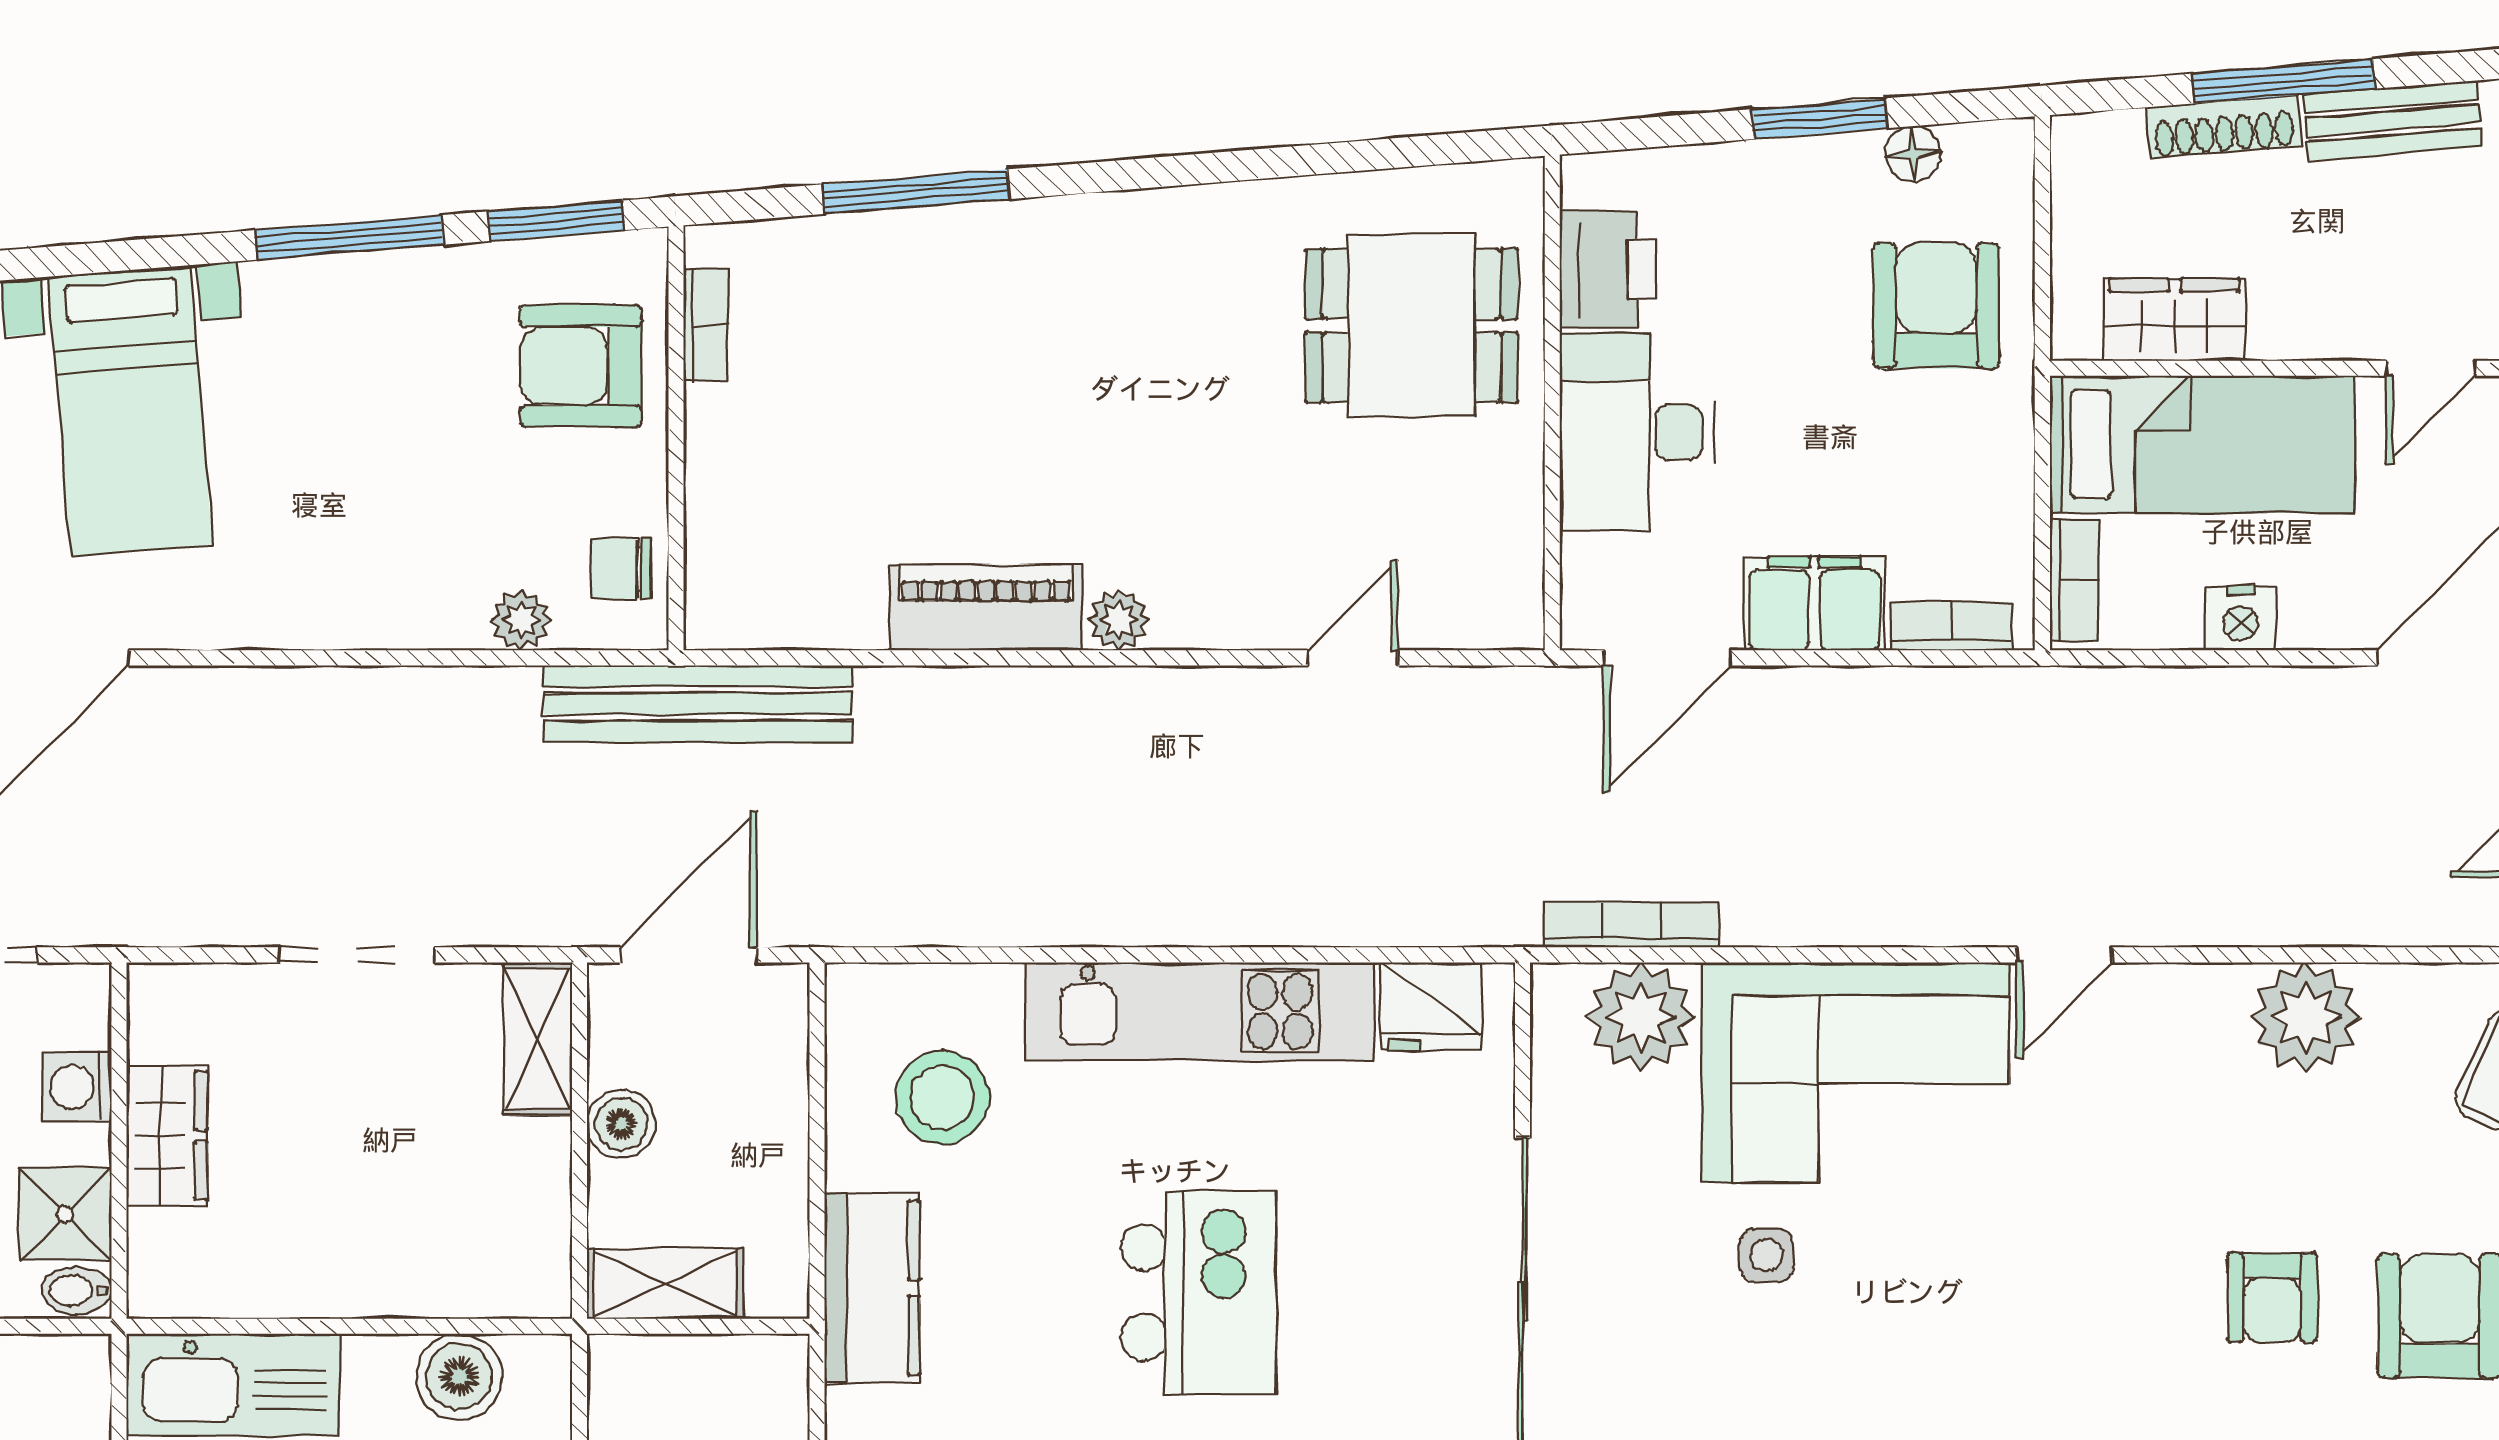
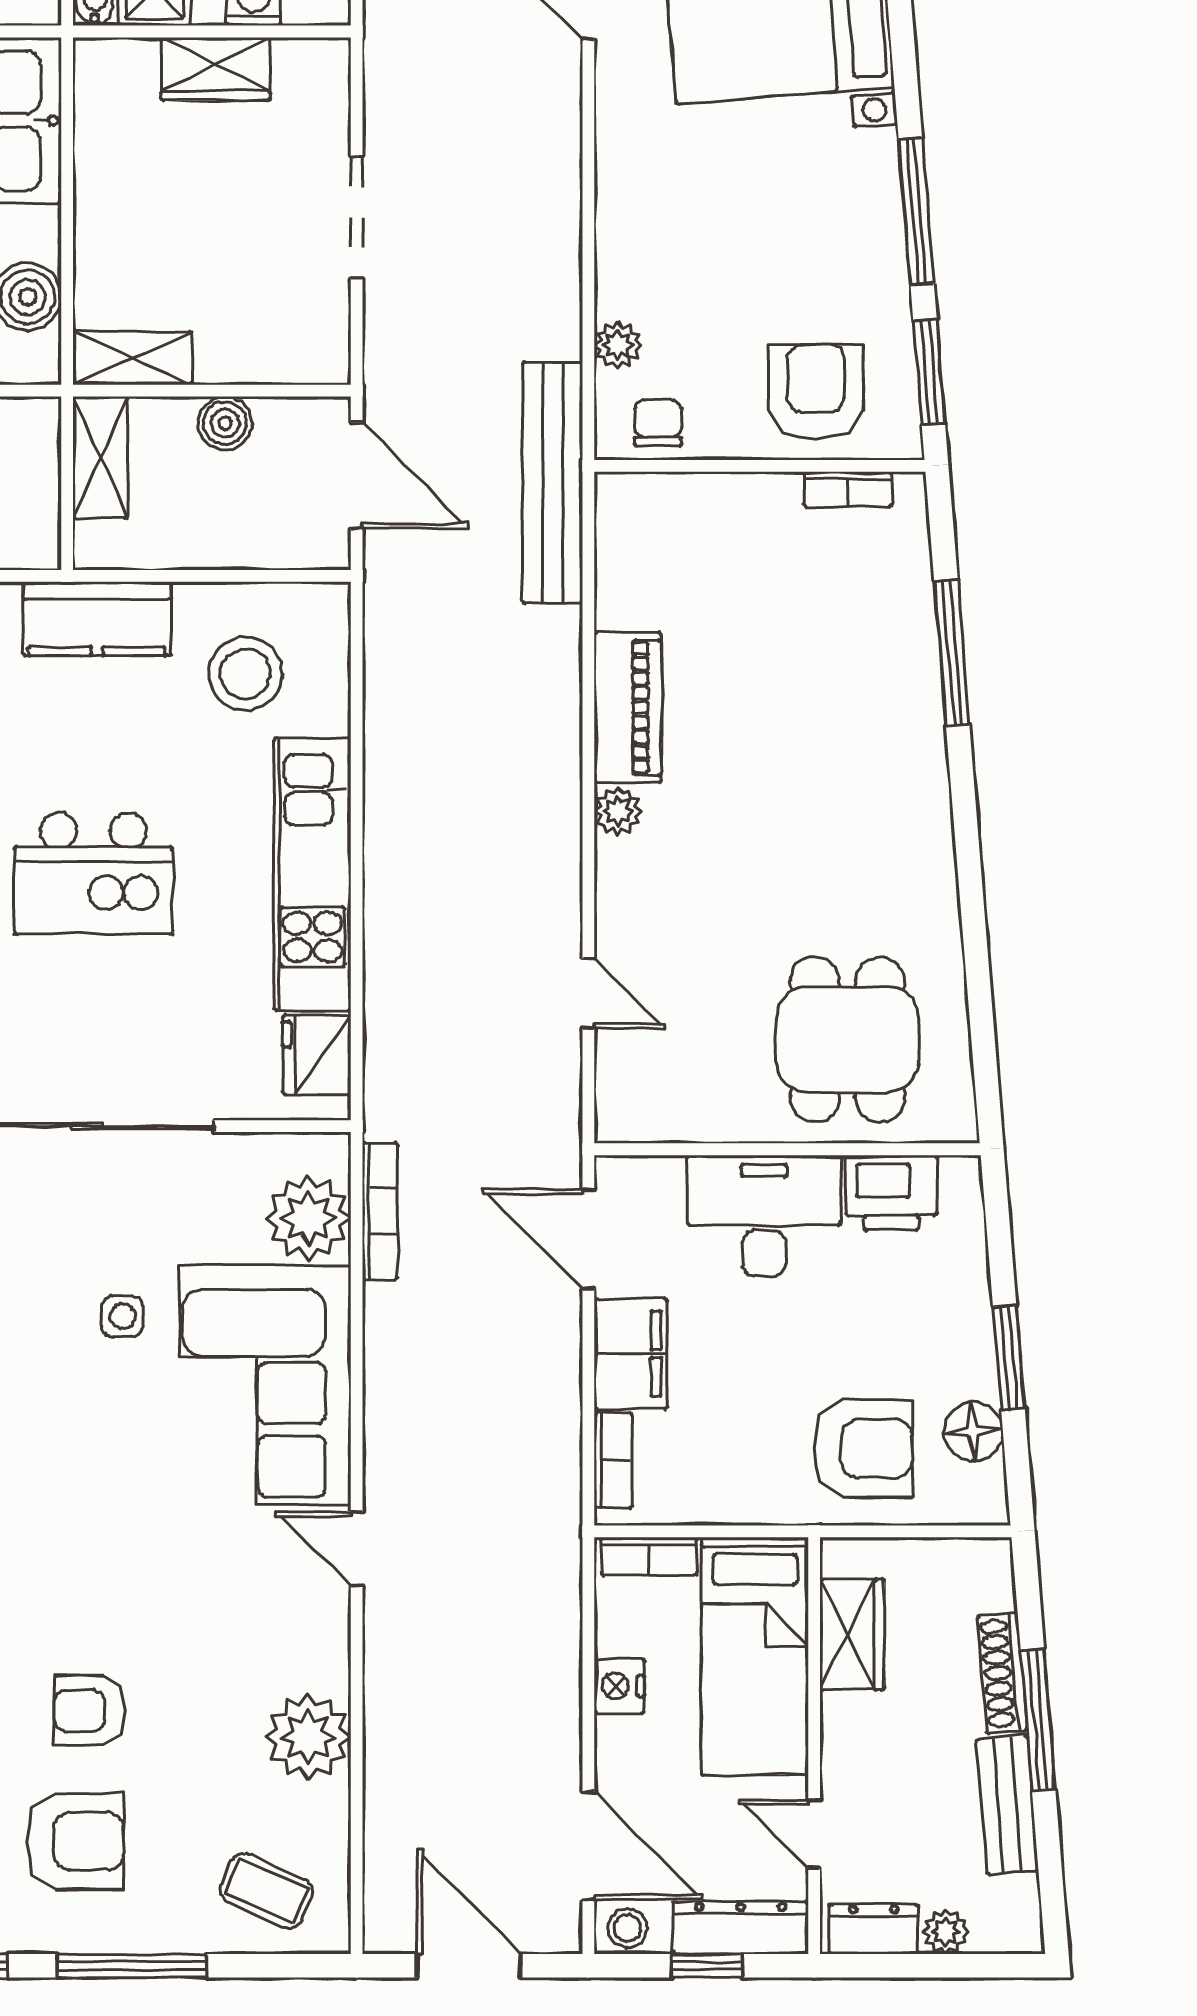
floor lamp: (1913, 154) -> (973, 1431), width x1.37, depth x1.37
shelving: (538, 1039) -> (132, 358), moved

